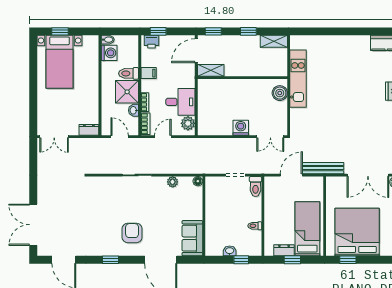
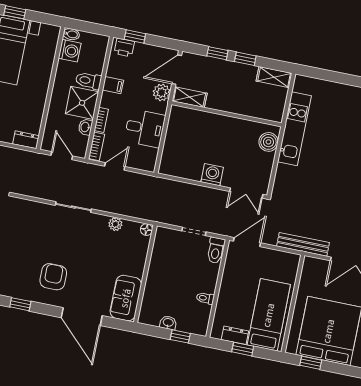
window: (213, 31) -> (217, 53), moved
plant: (188, 123) -> (162, 92), moved
door: (291, 175) -> (247, 242), moved

